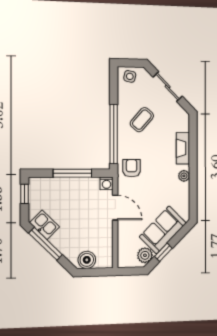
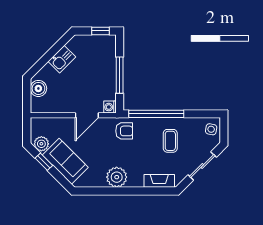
coffee table: (142, 120) -> (170, 141), turned 49
fireplace: (183, 148) -> (159, 181), moved
plant: (184, 176) -> (117, 177), width x1.87, depth x1.87
kitchen sink: (45, 225) -> (62, 59), moved
window: (46, 244) -> (54, 50), removed

